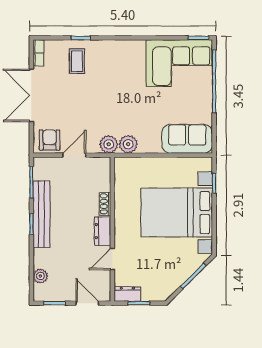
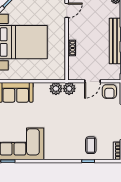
dresser: (103, 231) -> (73, 29), removed

